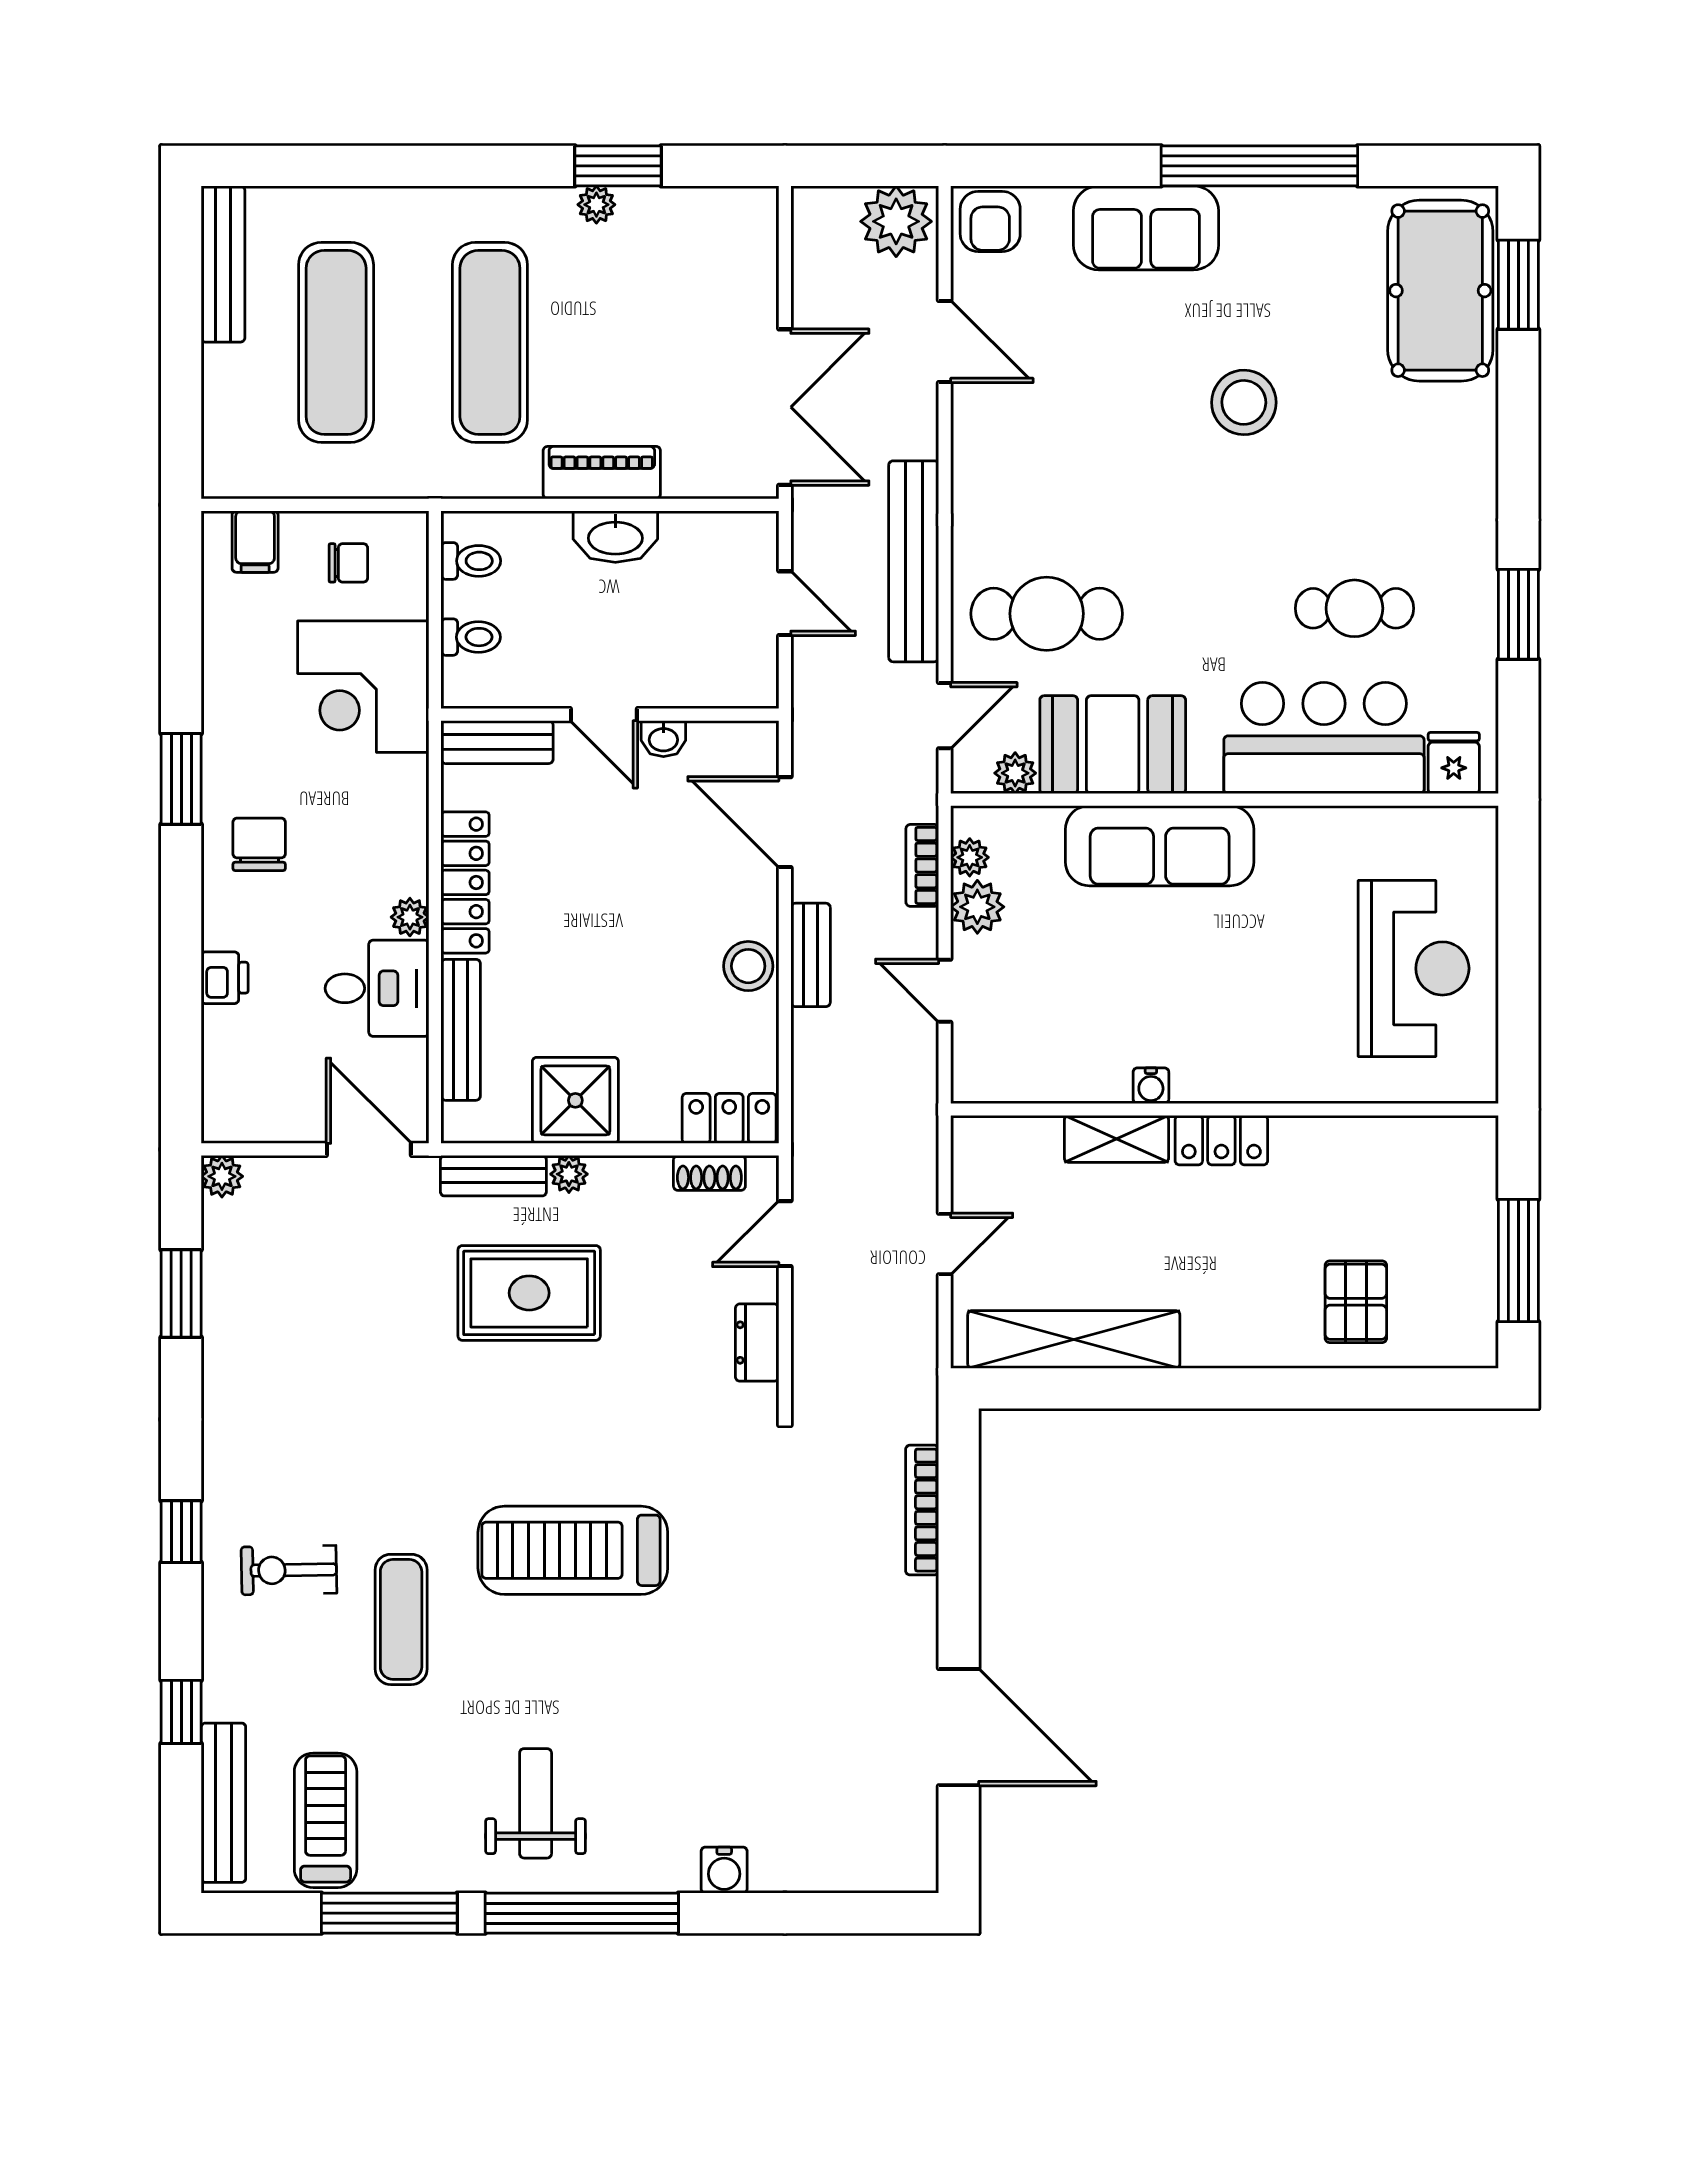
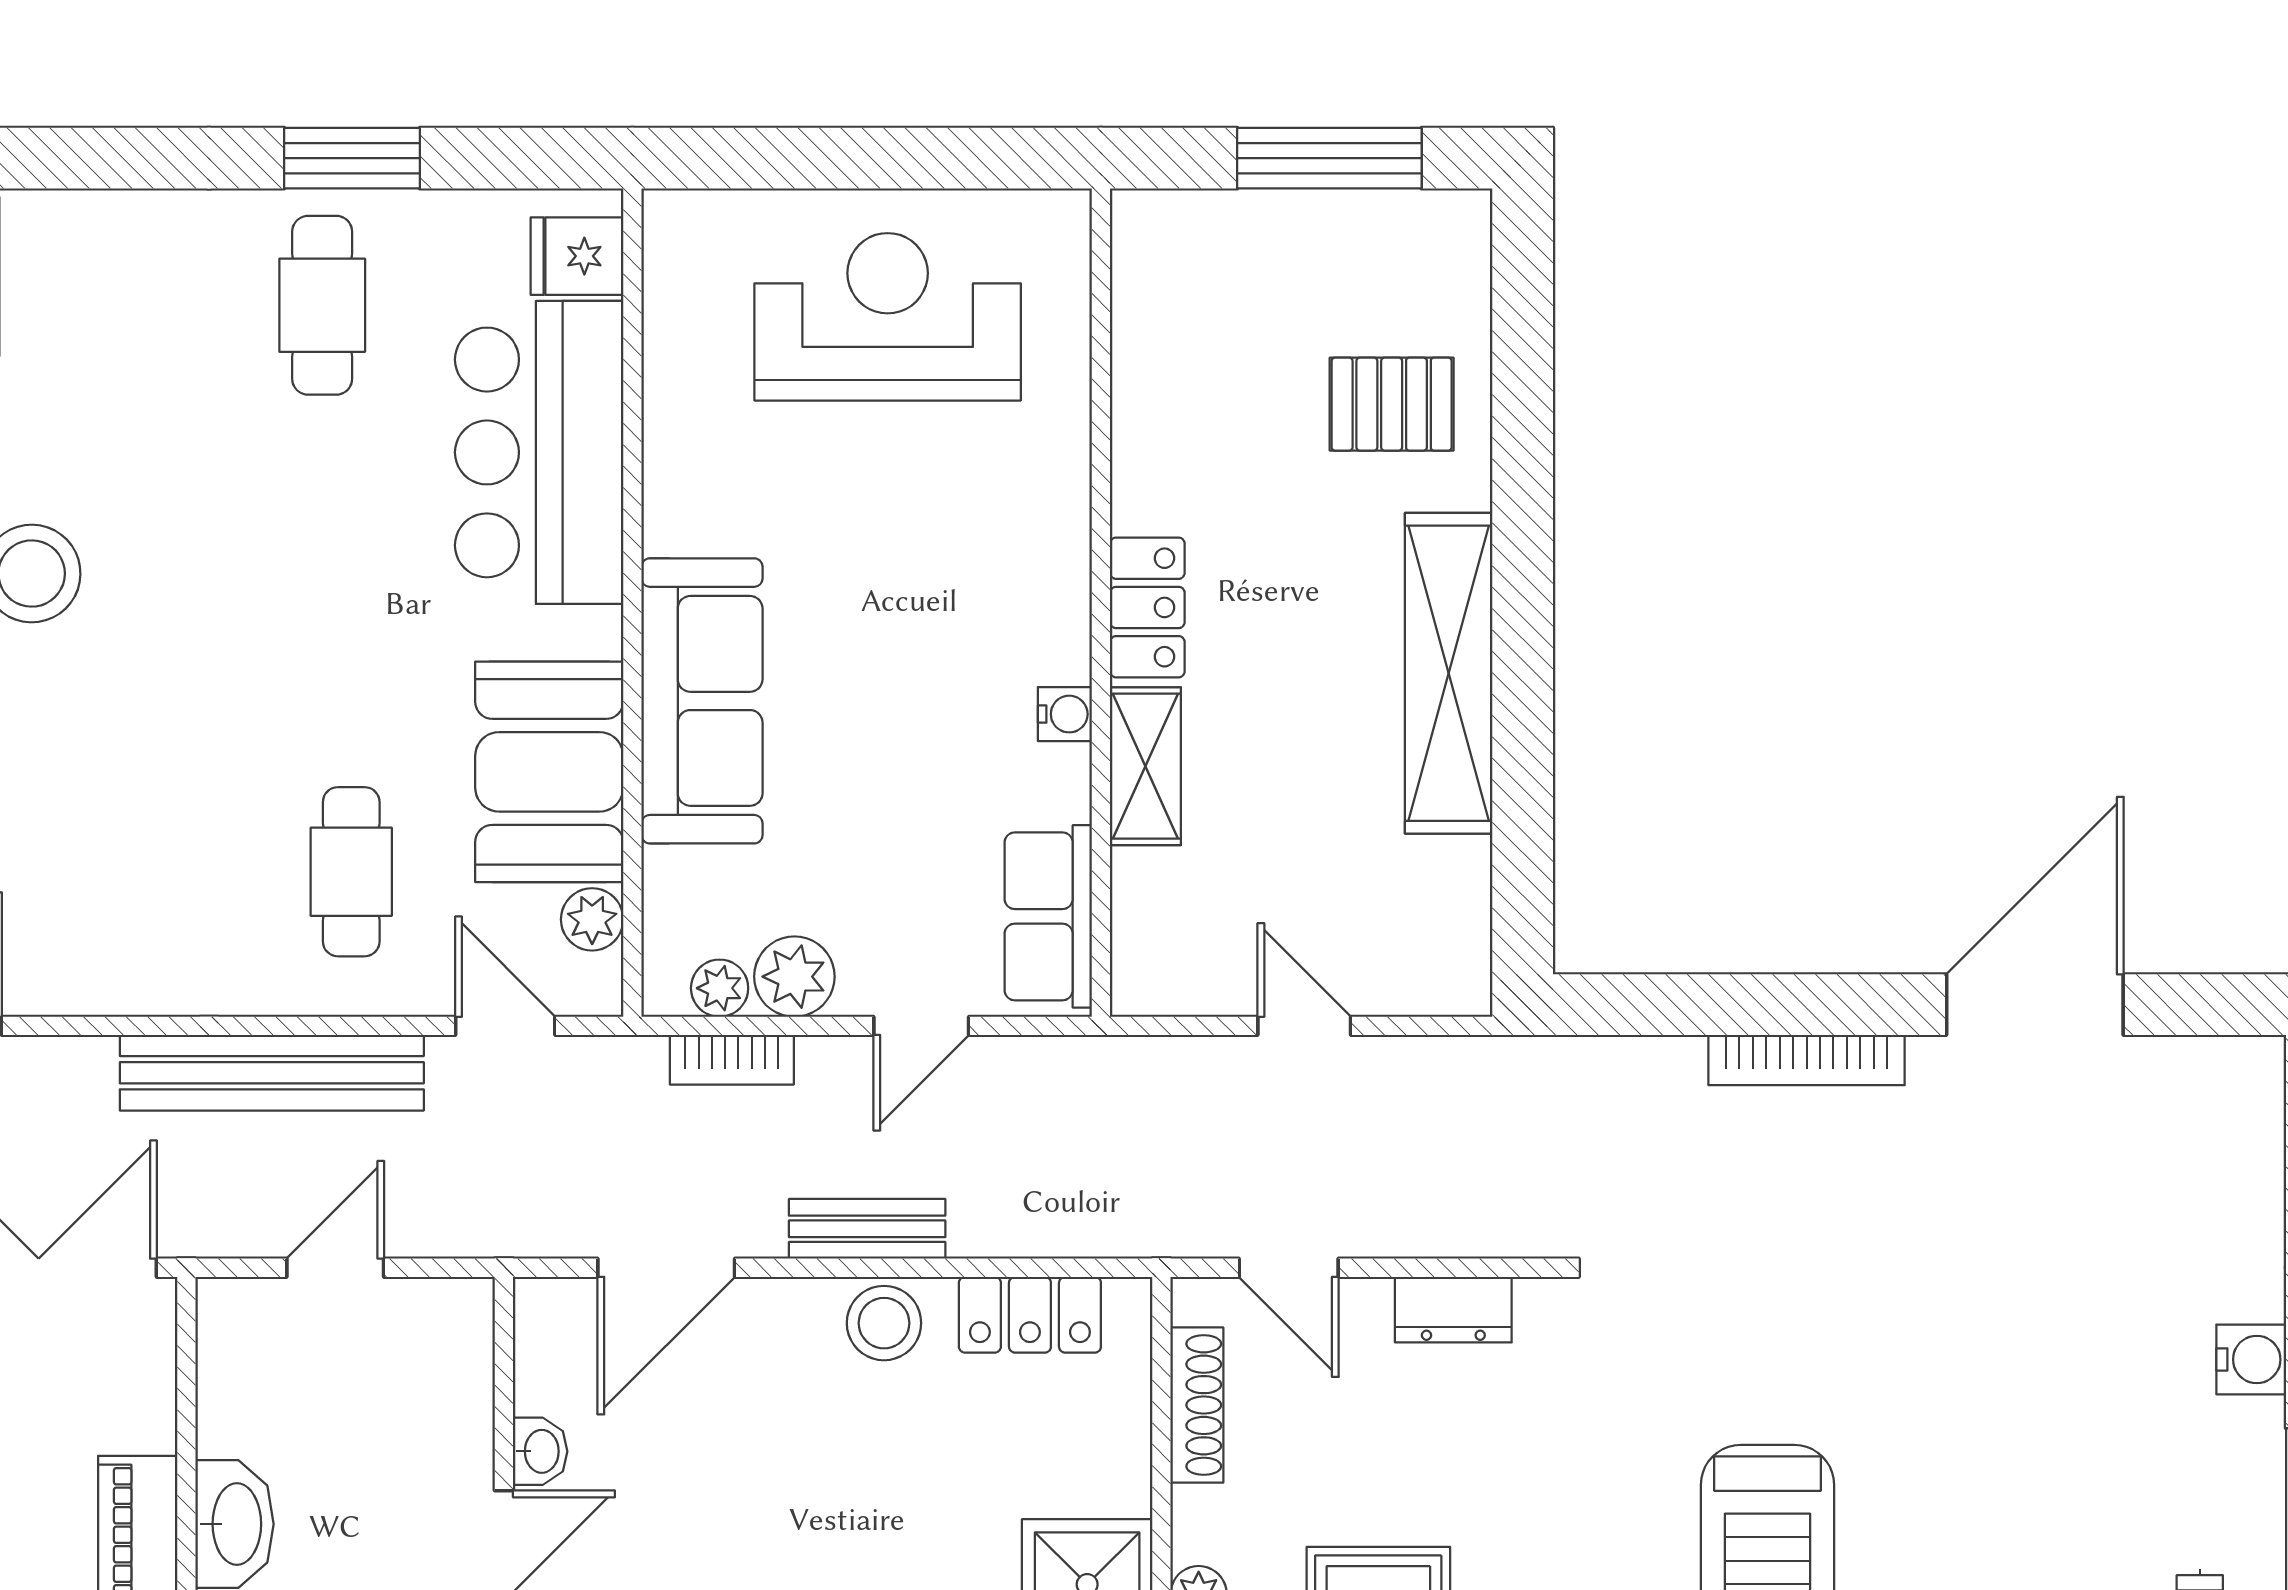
cafe table: (1354, 608) -> (322, 305), moved
cafe table: (1047, 614) -> (351, 872), width x0.73, depth x0.74
row of seats: (1017, 1075) -> (1048, 916), added
locker: (729, 1118) -> (1030, 1315), moved, turned -90
shoe rack: (709, 1173) -> (1197, 1405), width x1.43
shelving: (1074, 1339) -> (1449, 673), moved
bookcase: (922, 1510) -> (1807, 1060), moved

